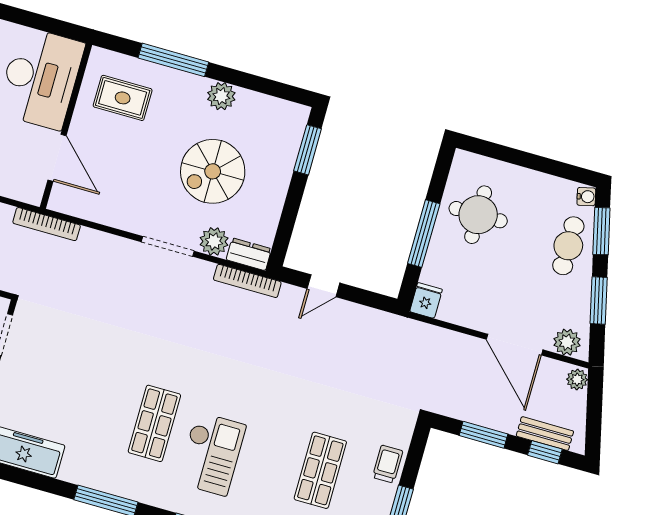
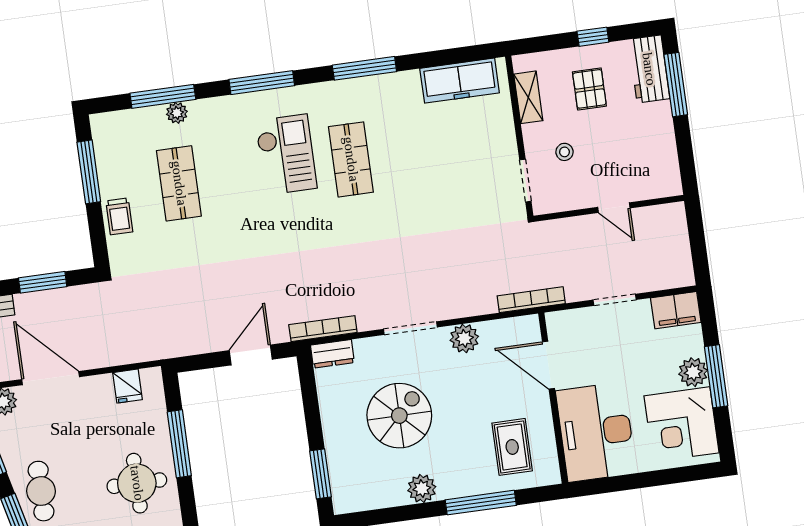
rug: (123, 98) -> (512, 447), turned 90
plant: (214, 241) -> (464, 338), moved
door: (323, 286) -> (251, 355), width x1.38
fridge: (426, 300) -> (128, 386), moved
checkout: (211, 454) -> (286, 154), turned 180

